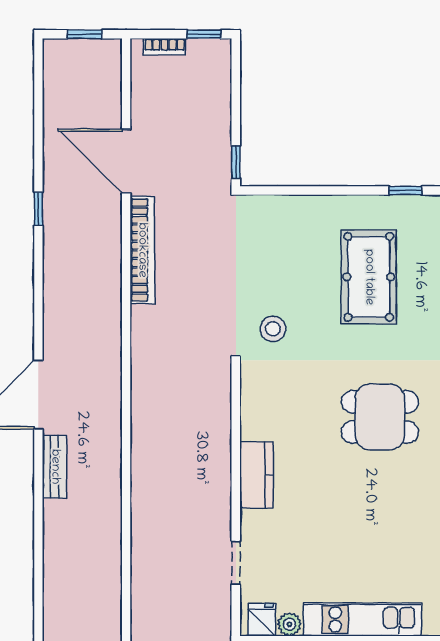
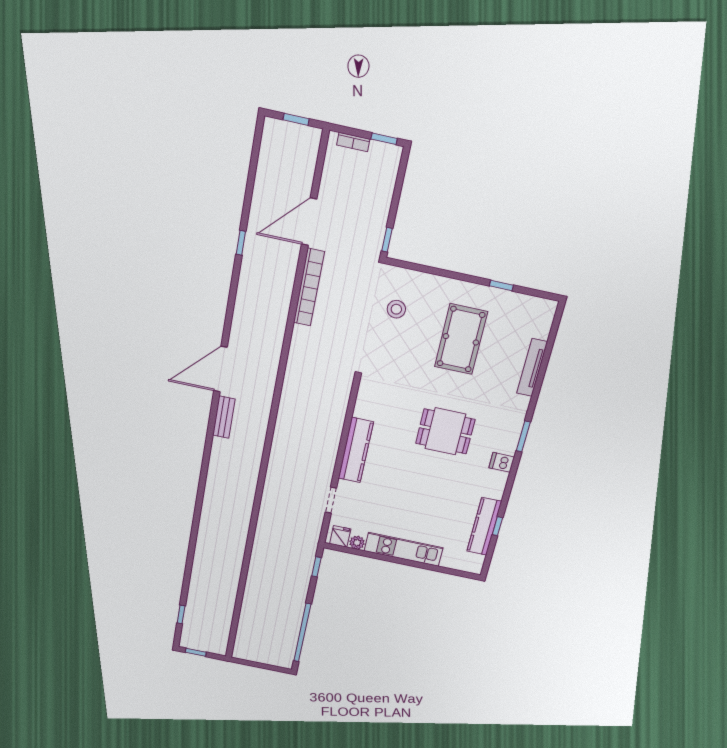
door: (126, 161) -> (309, 222), hinge flipped
stool: (273, 329) -> (396, 309), moved
kitchen counter: (257, 475) -> (356, 450), width x1.50

